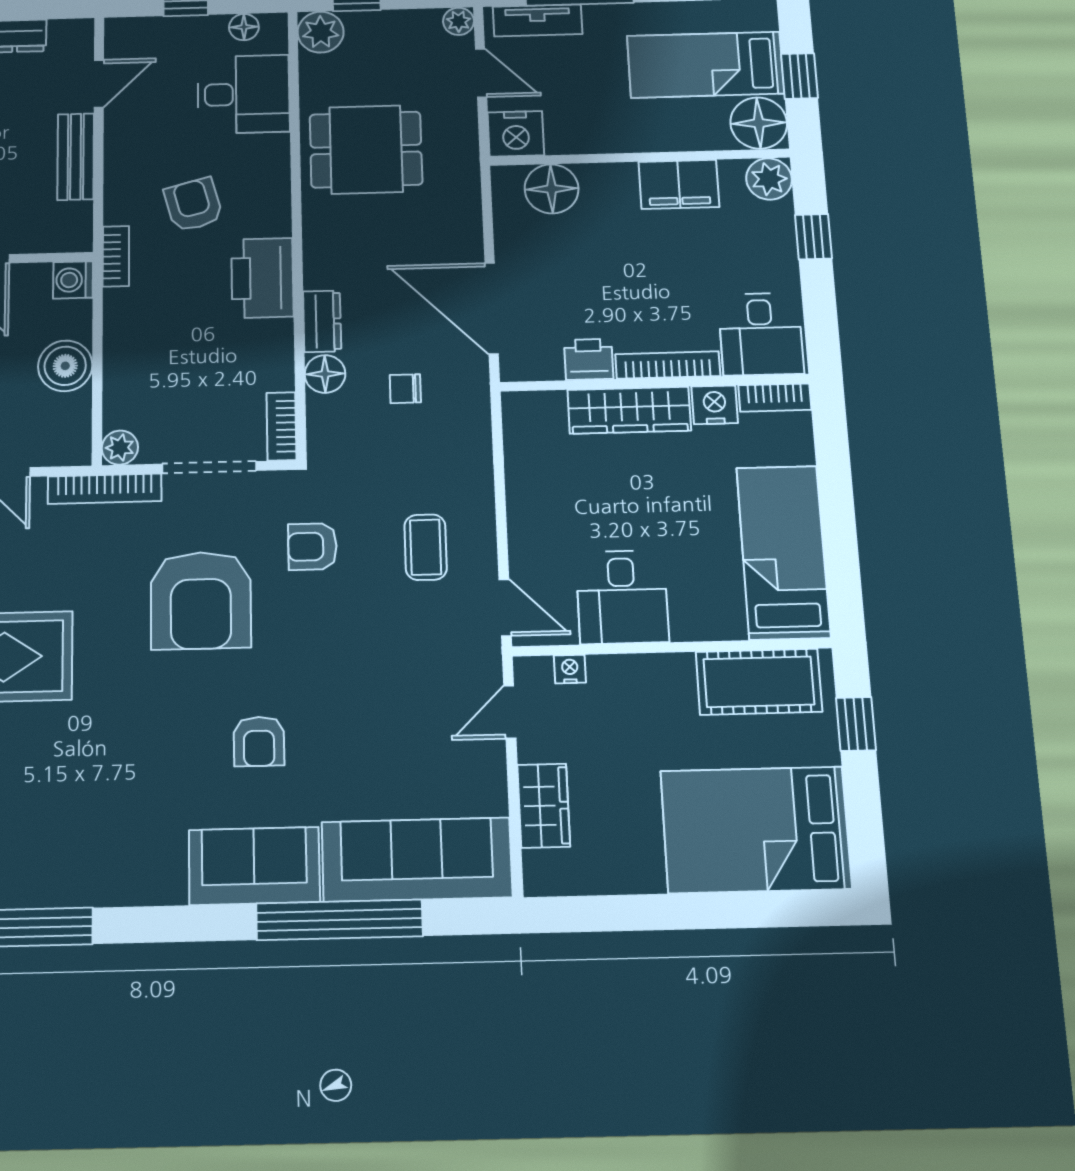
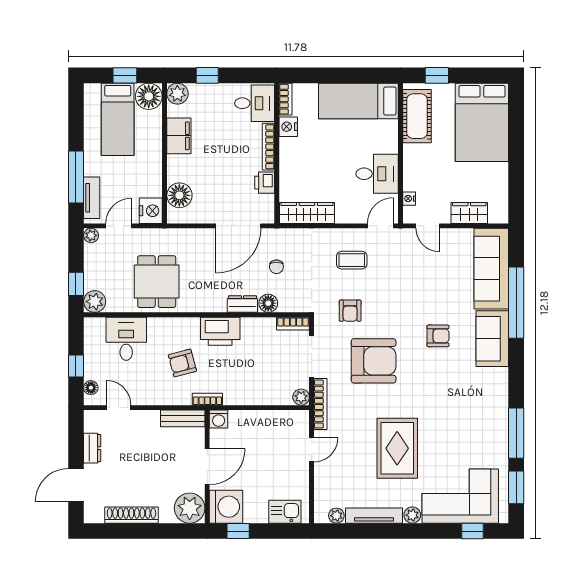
floor lamp: (244, 27) -> (91, 388), moved
bench: (76, 157) -> (183, 418), moved
boiler: (65, 366) -> (261, 422), removed
wardrobe: (629, 410) -> (307, 213), moved, turned -90

